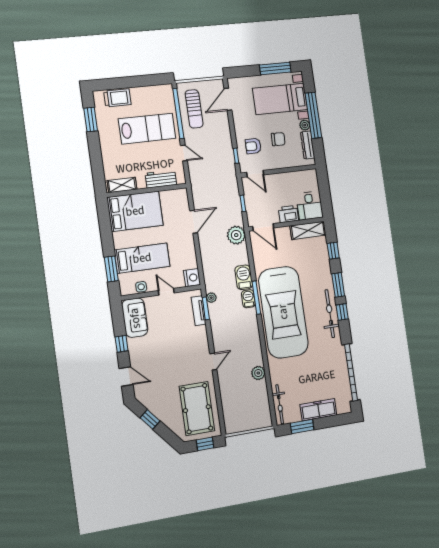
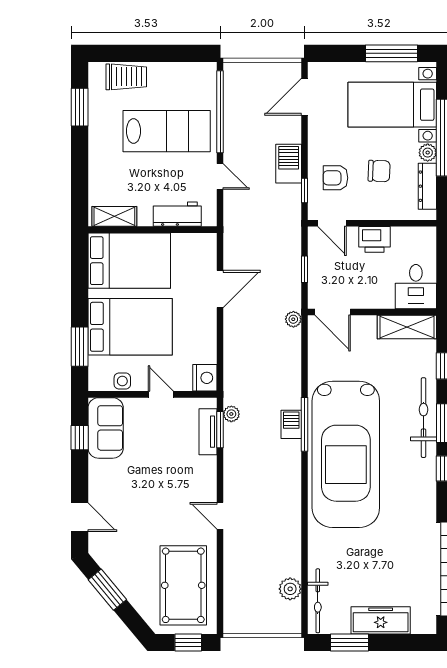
sun lounger: (194, 109) -> (247, 107), removed
printer: (288, 214) -> (374, 239), moved, turned 180
plant: (236, 235) -> (293, 319), width x0.53, depth x0.53
bed: (142, 258) -> (130, 327), width x1.50
barbecue: (244, 277) -> (289, 164), moved
bicycle: (330, 314) -> (424, 418), moved
window: (122, 344) -> (80, 438), moved
door: (213, 362) -> (220, 516), swing flipped
plant: (258, 373) -> (290, 589), moved
window: (150, 419) -> (107, 590), width x1.50

